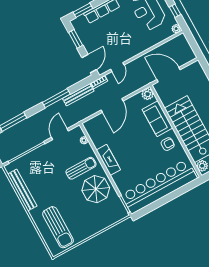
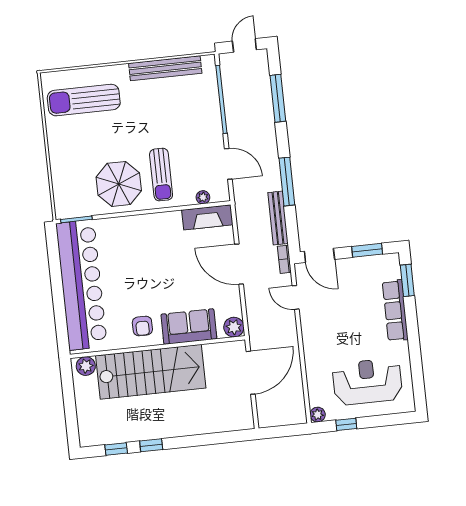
fireplace: (108, 160) -> (207, 217), moved

